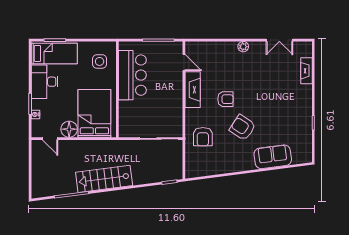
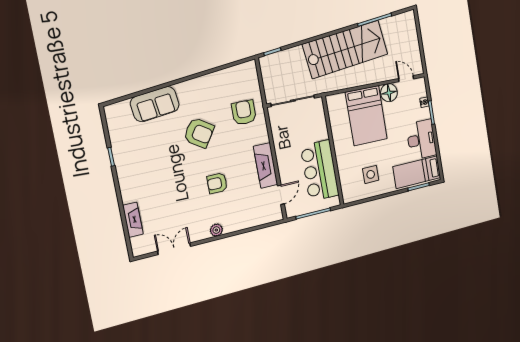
door: (184, 62) -> (281, 195), swing flipped
bar counter: (132, 75) -> (320, 171), moved
wall: (117, 89) -> (333, 151), moved
armchair: (225, 99) -> (217, 183), moved
stairs: (104, 179) -> (346, 49), width x1.36, depth x1.51

